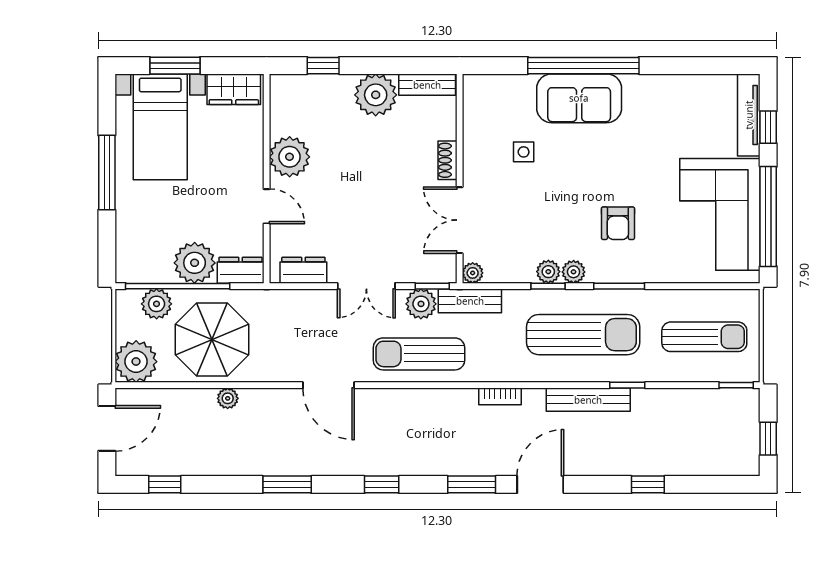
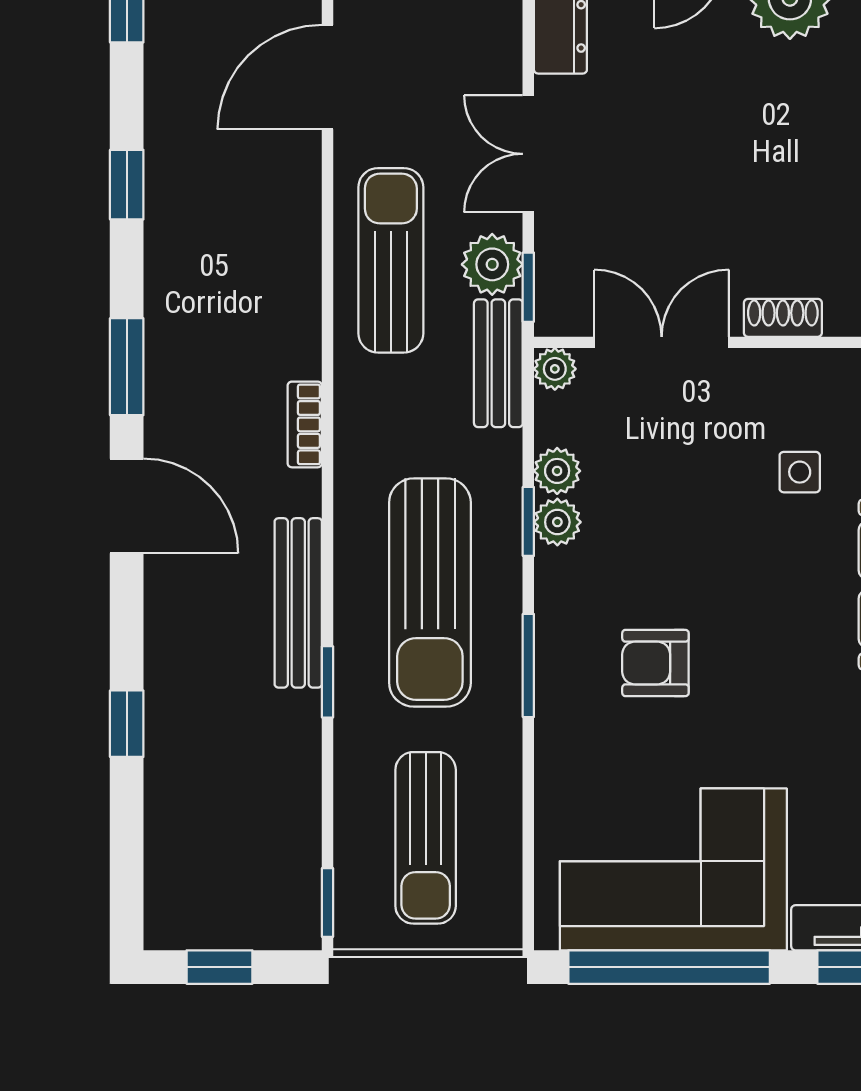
plant: (574, 272) -> (557, 471), moved

